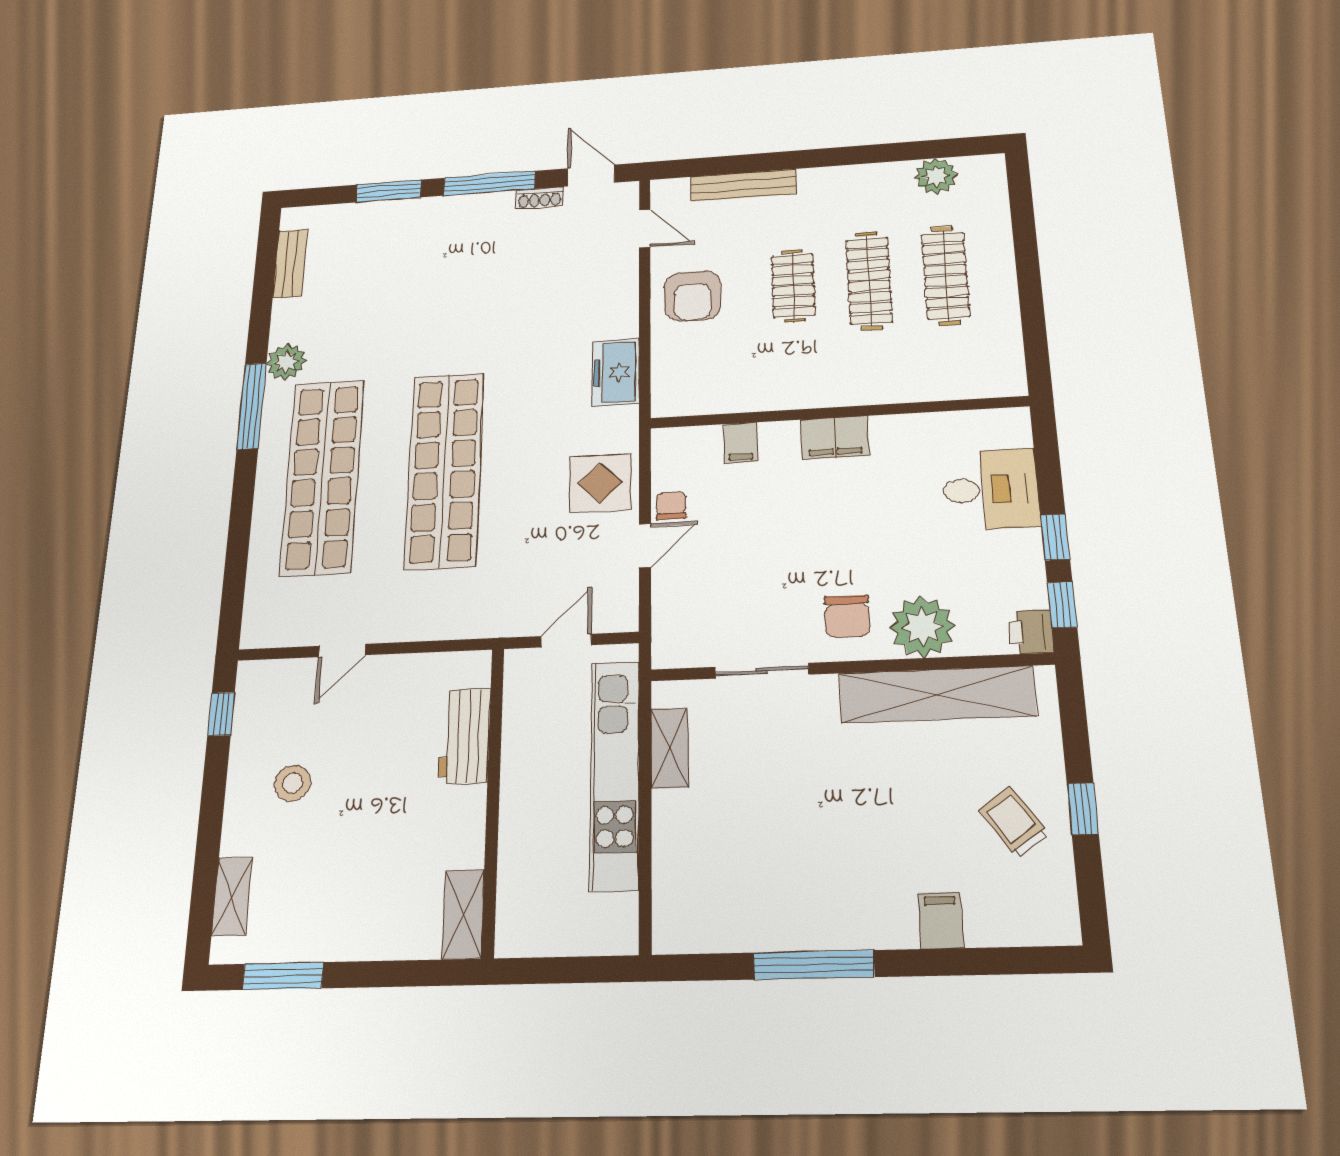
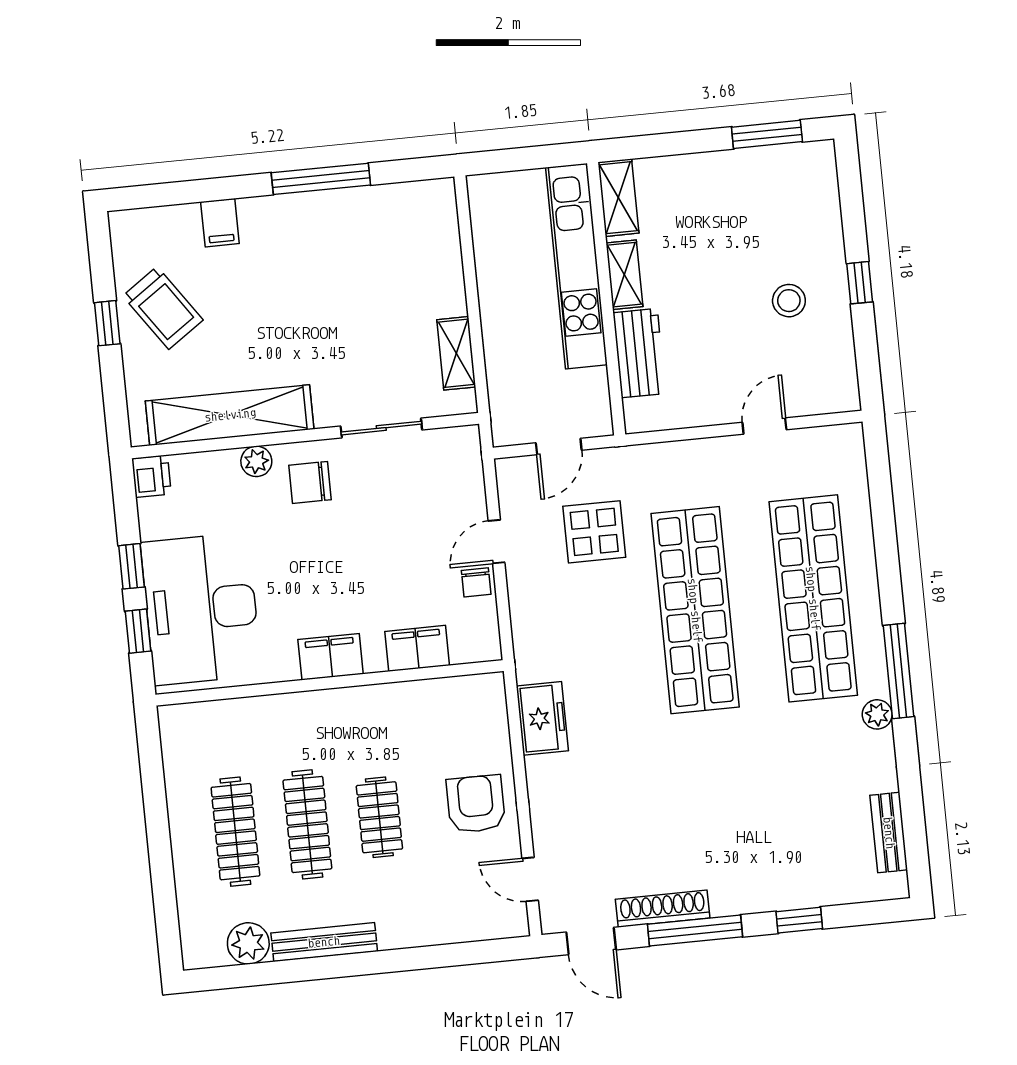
bench: (743, 185) -> (324, 942), moved
window: (389, 191) -> (799, 920), width x0.67
shoe rack: (540, 198) -> (663, 909), width x1.94, depth x1.24
plant: (286, 362) -> (877, 714), width x0.73, depth x0.73
filing cabinet: (741, 443) -> (417, 648), width x2.00
display table: (600, 483) -> (594, 532), moved
desk: (990, 489) -> (201, 609), width x1.87, depth x1.30
window: (1062, 605) -> (138, 631), moved
chair: (847, 616) -> (310, 482), turned -90
plant: (922, 627) -> (256, 461), width x0.53, depth x0.53
window: (221, 714) -> (860, 283), moved
kitchen unit: (615, 774) -> (576, 266), moved, turned 180
trolley: (1014, 822) -> (163, 308), width x1.36, depth x1.39
shelving: (232, 896) -> (624, 275), moved

